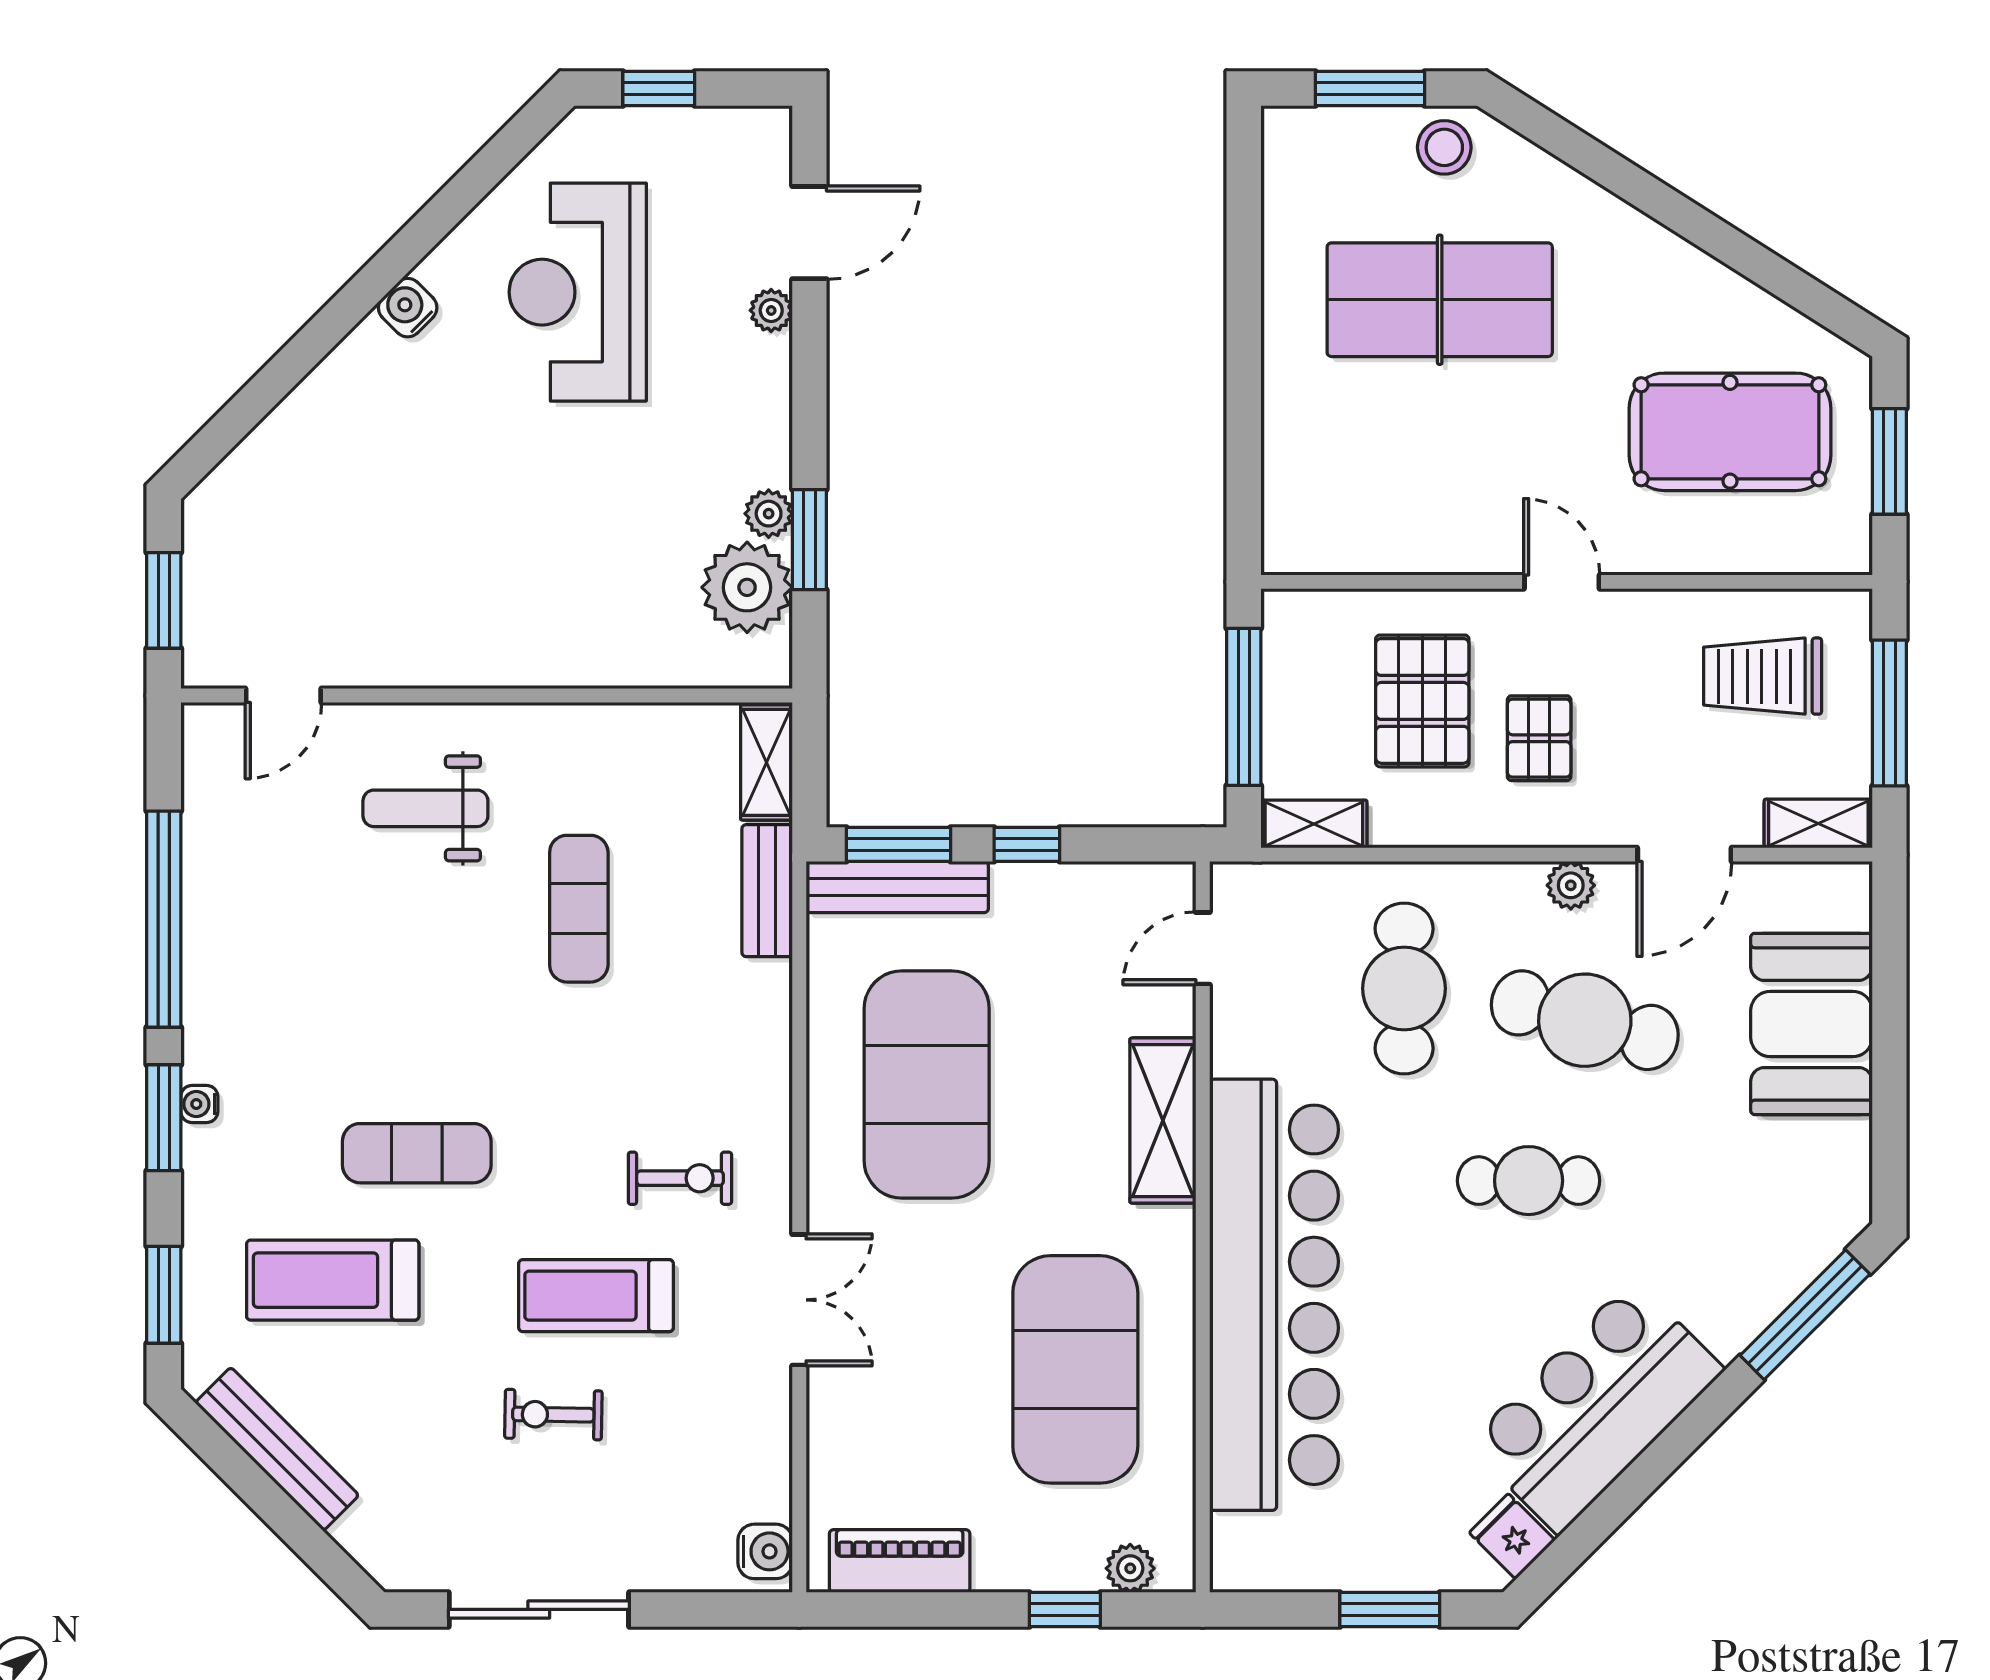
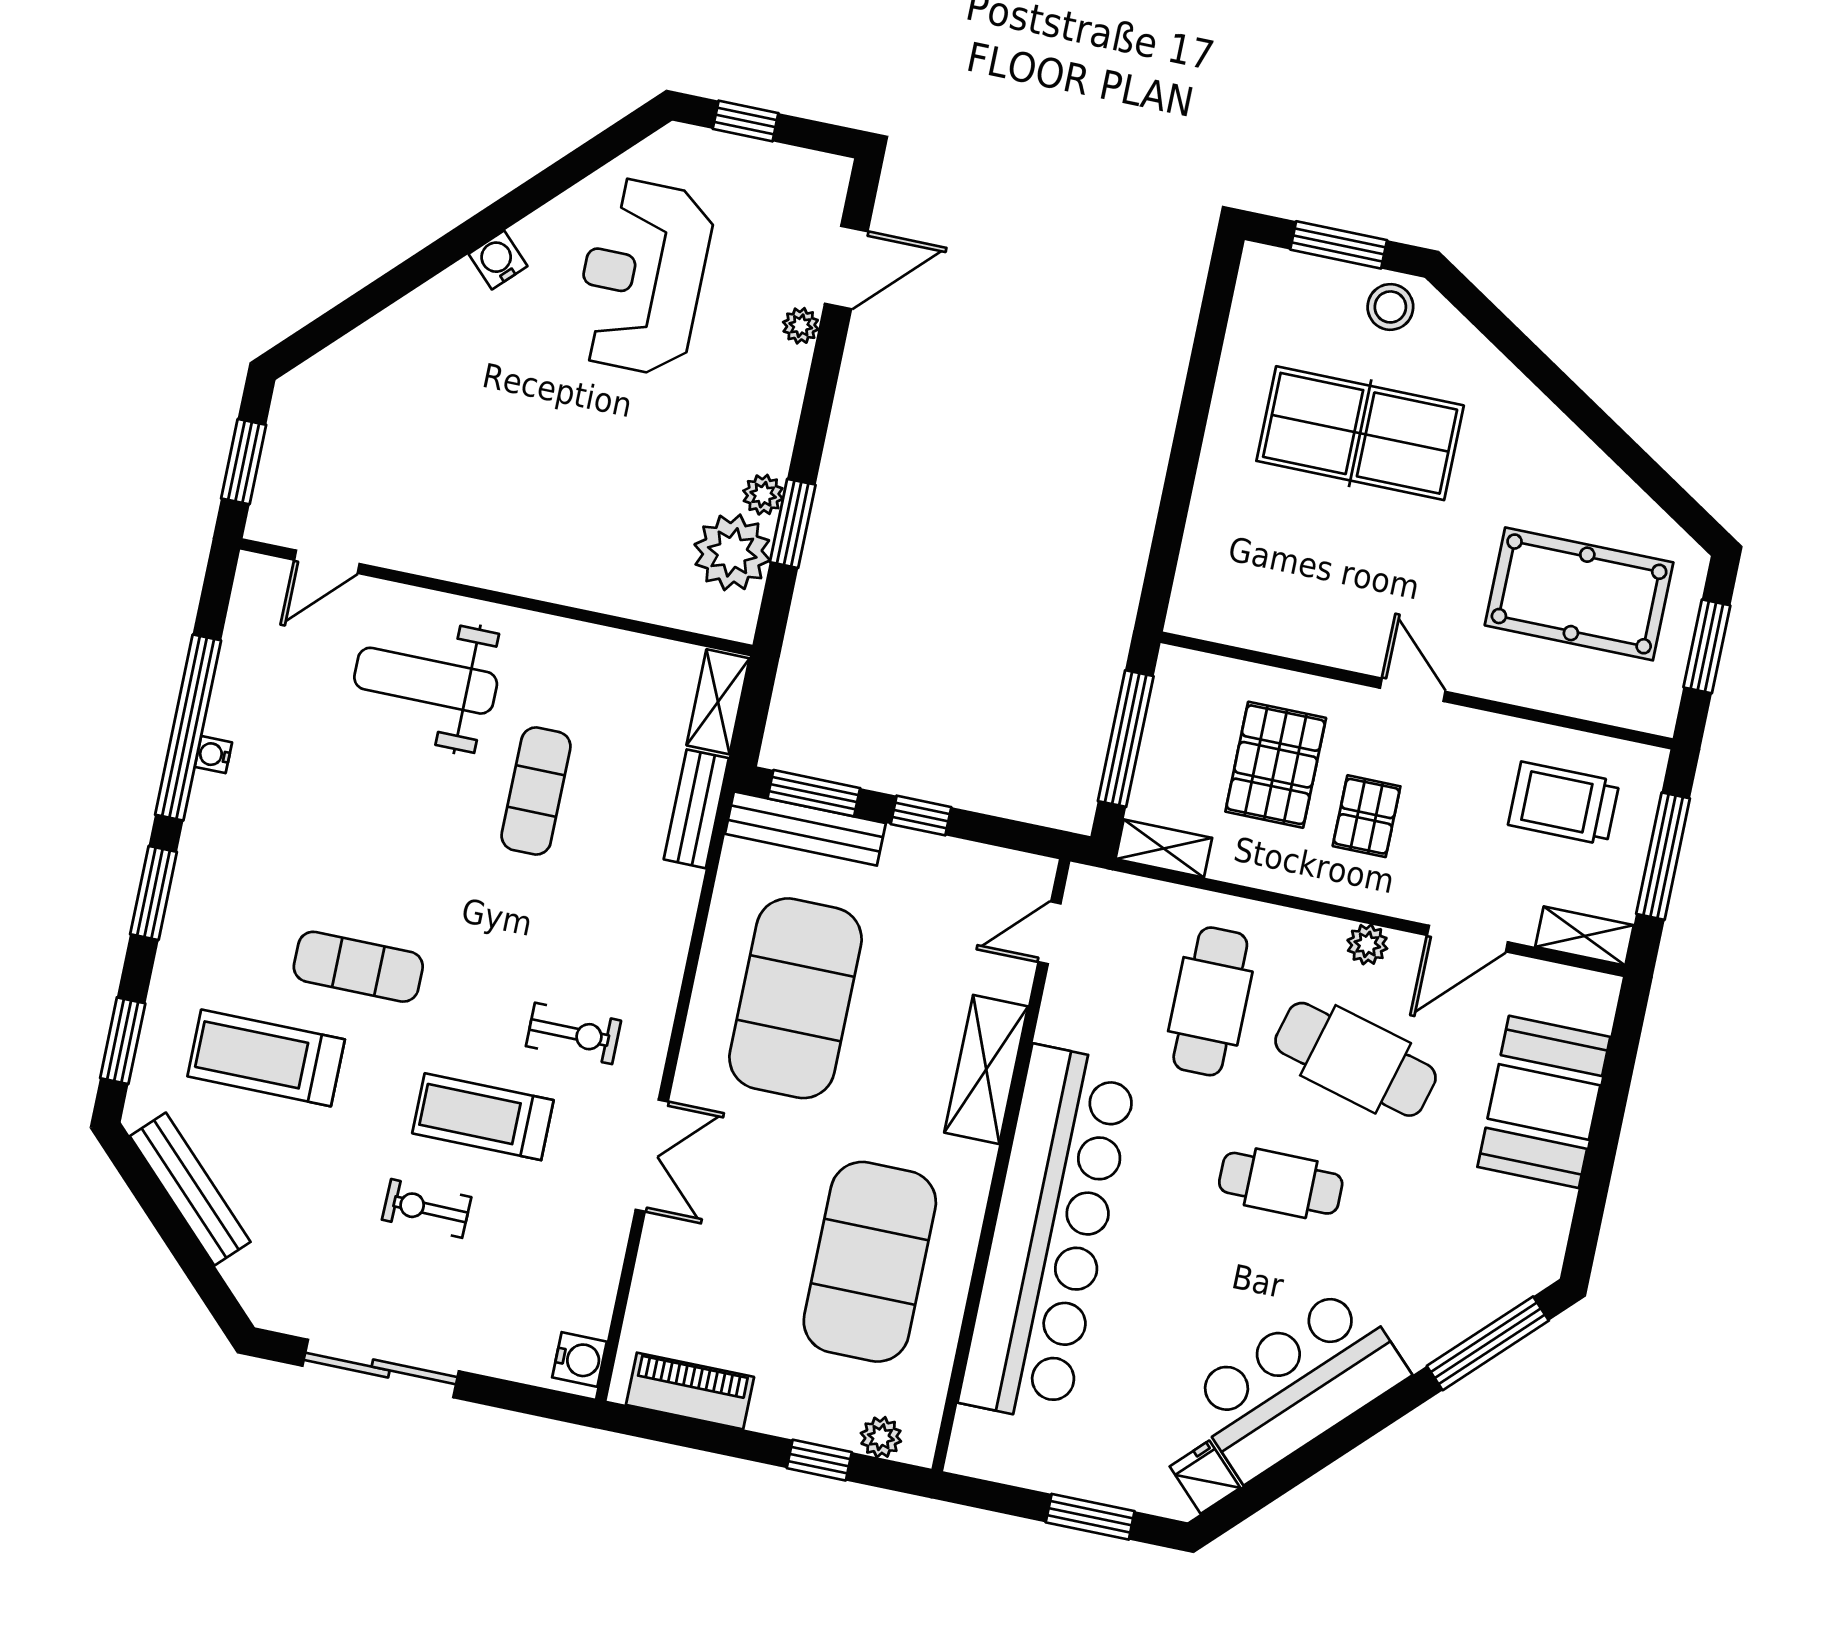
weight bench: (425, 808) -> (426, 681), width x1.36, depth x1.33
water cooler: (199, 1104) -> (213, 755), moved

